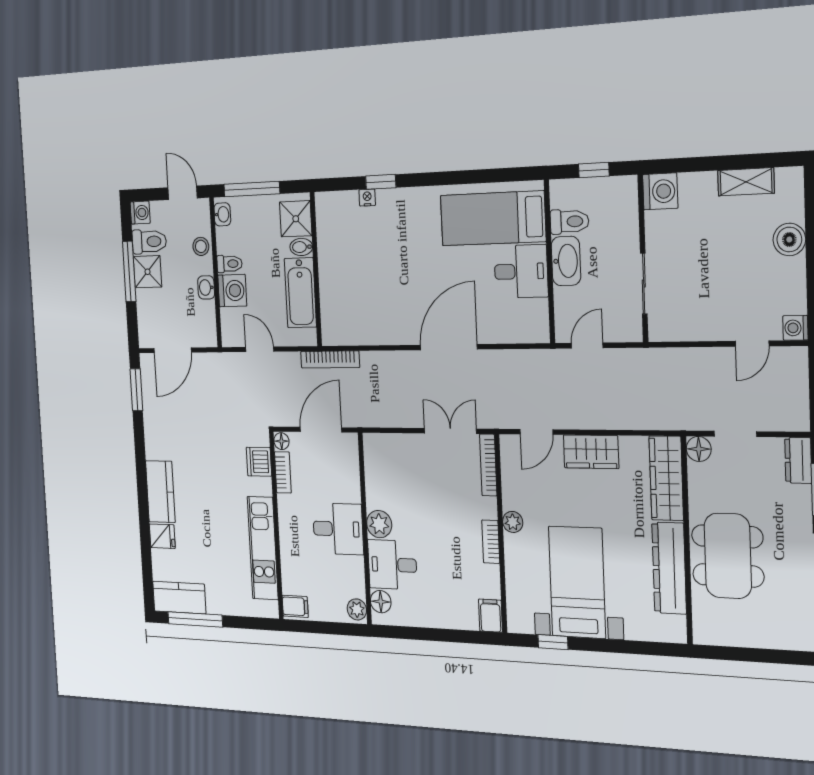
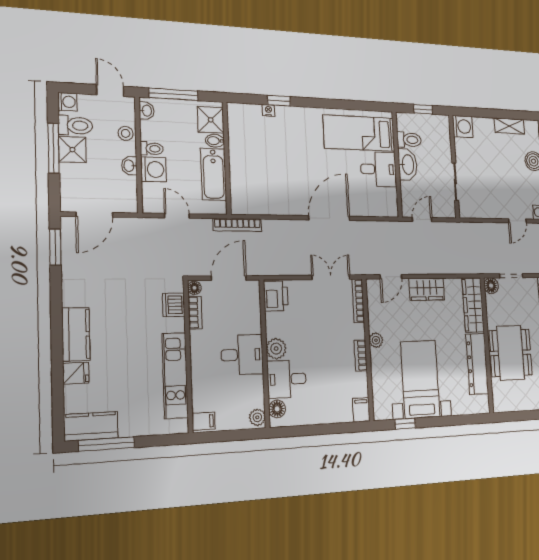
printer: (378, 455) -> (276, 296), added

